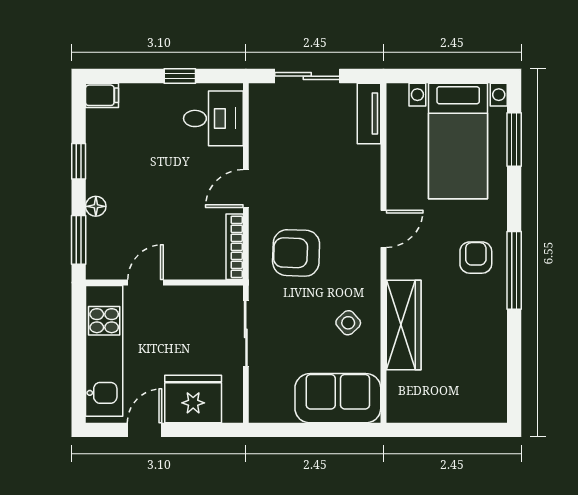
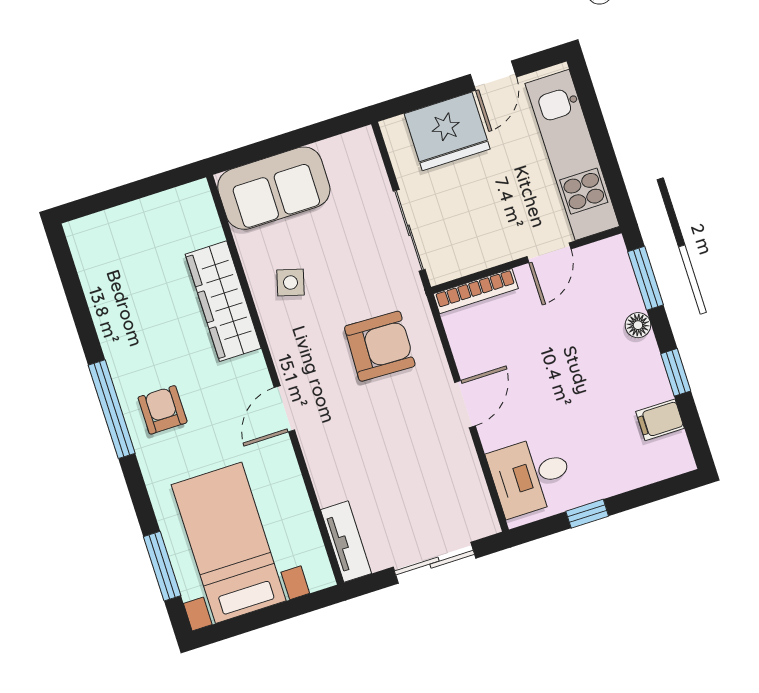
filing cabinet: (102, 95) -> (660, 420), moved
bookcase: (235, 247) -> (476, 291), moved, turned 90
armchair: (476, 258) -> (163, 410), turned 180
side table: (348, 323) -> (291, 283), turned -32

